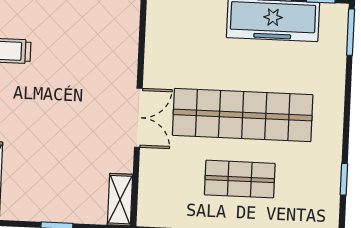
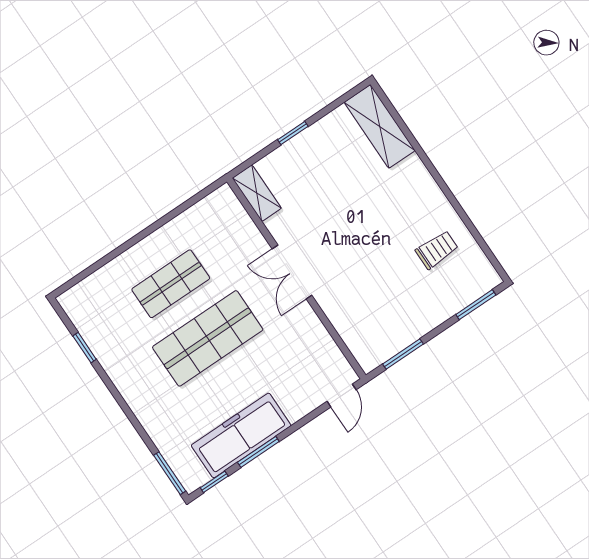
shop shelf: (243, 115) -> (208, 338), width x0.71

